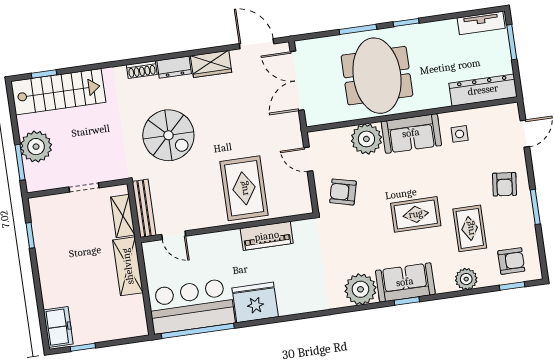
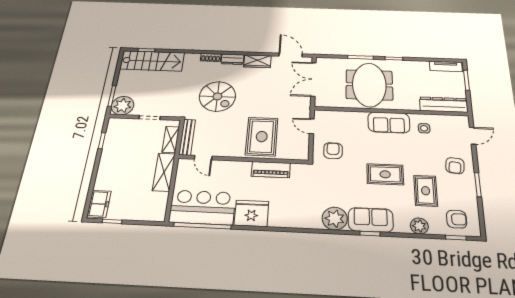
plant: (366, 139) -> (356, 121), removed
plant: (36, 147) -> (123, 106), moved
armchair: (343, 192) -> (333, 151), turned 76

